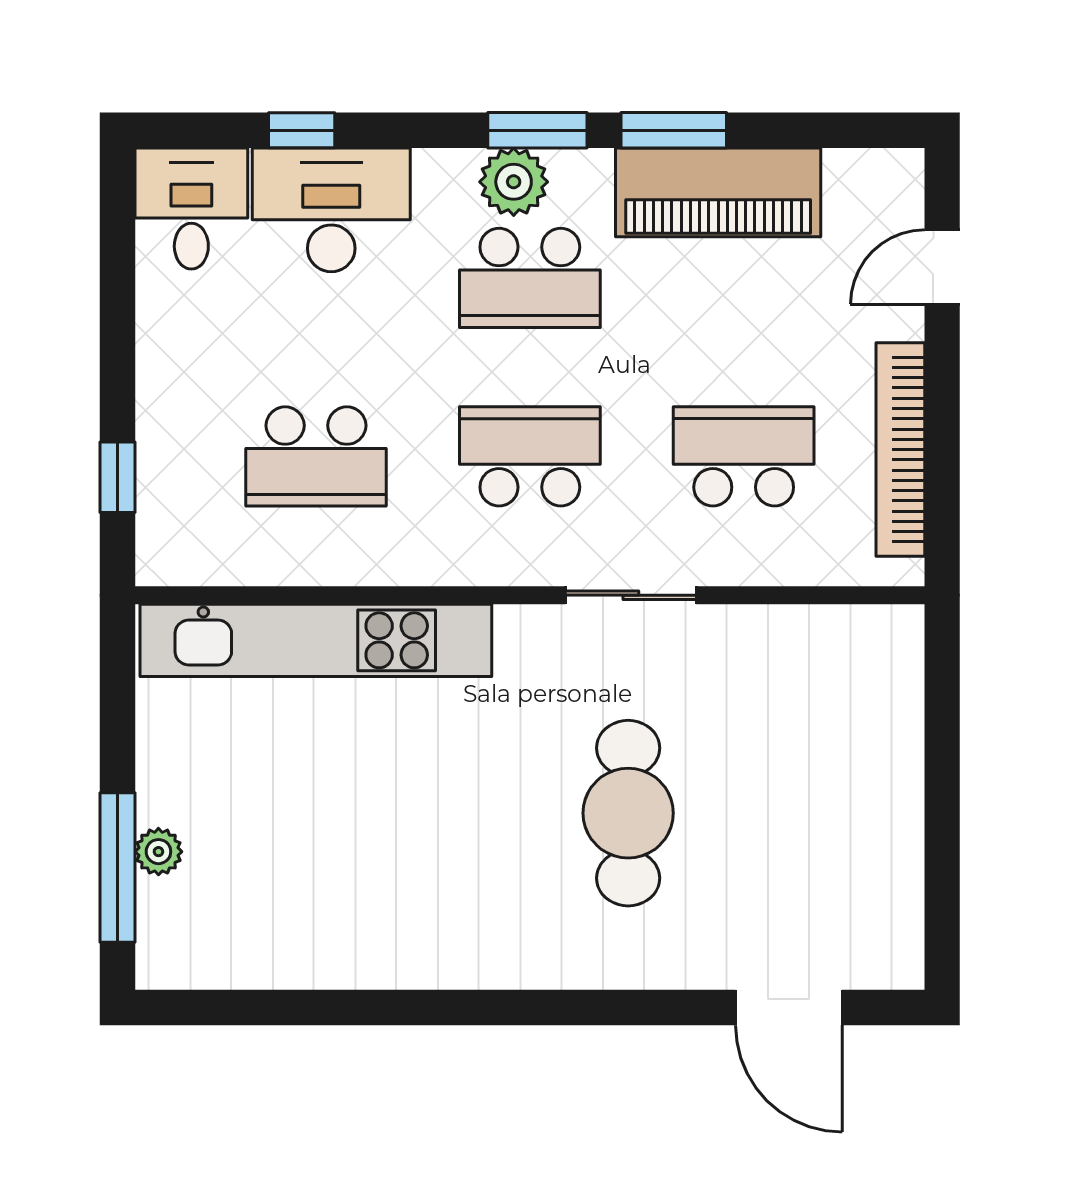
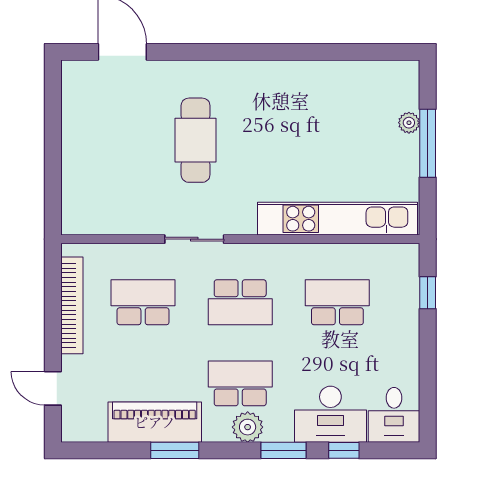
window: (537, 130) -> (284, 450), moved
door: (942, 267) -> (53, 388), swing flipped
school desk: (744, 456) -> (143, 302), turned 180
window: (118, 867) -> (428, 143), moved

